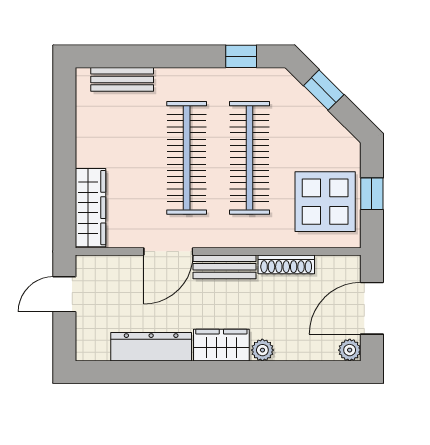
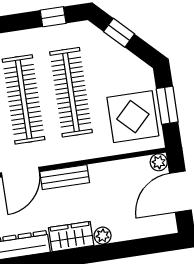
window: (372, 194) -> (167, 105), width x1.50
shoe rack: (286, 264) -> (111, 168), removed
plant: (350, 350) -> (159, 162), moved

